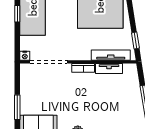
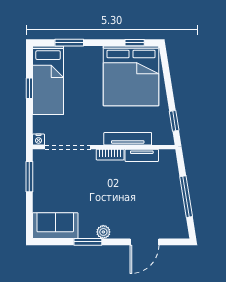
tv unit: (111, 55) -> (128, 139), moved
window: (17, 107) -> (29, 177), moved

